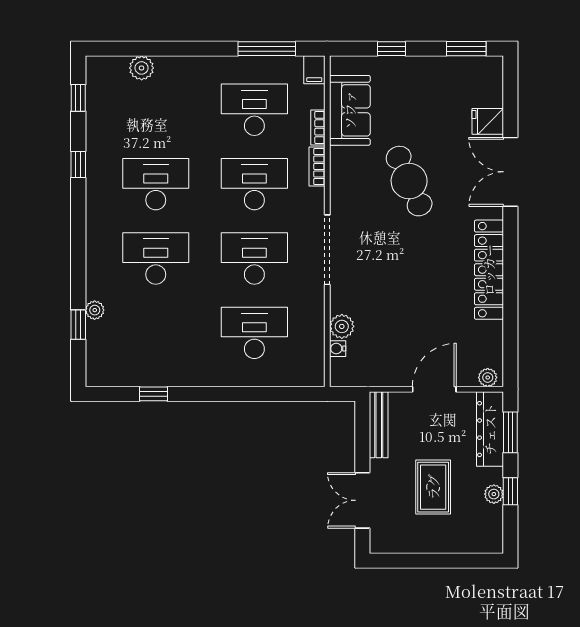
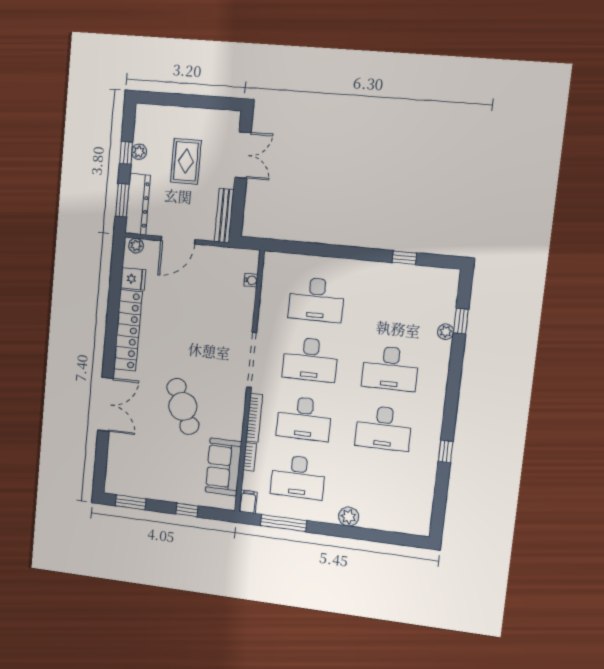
plant: (142, 68) -> (349, 517), moved
window: (78, 98) -> (439, 505), removed
fridge: (488, 121) -> (133, 279), moved
bookcase: (317, 166) -> (254, 418), width x1.56
plant: (342, 326) -> (246, 298), removed

